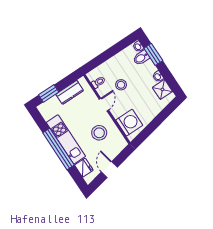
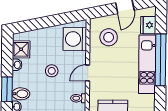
stool: (121, 85) -> (52, 71), moved
stool: (99, 133) -> (109, 37), moved

